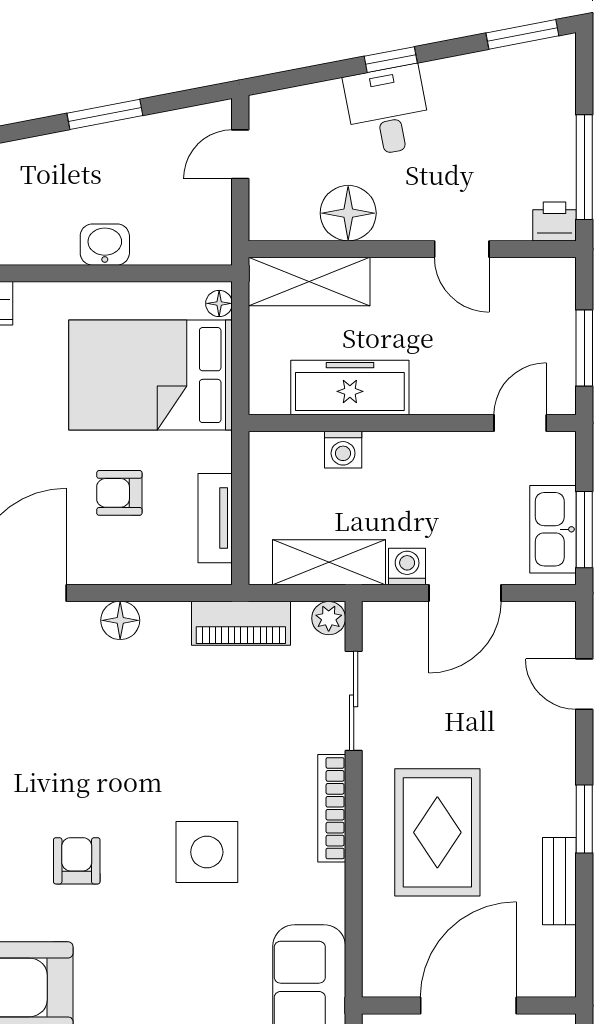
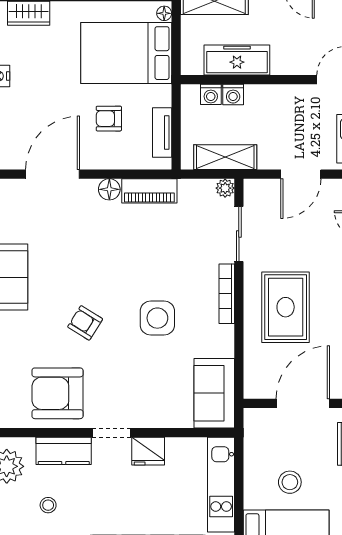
washing machine: (407, 566) -> (211, 94), moved, turned 180
piano: (241, 623) -> (149, 191), moved
armchair: (77, 861) -> (85, 323), turned -58

